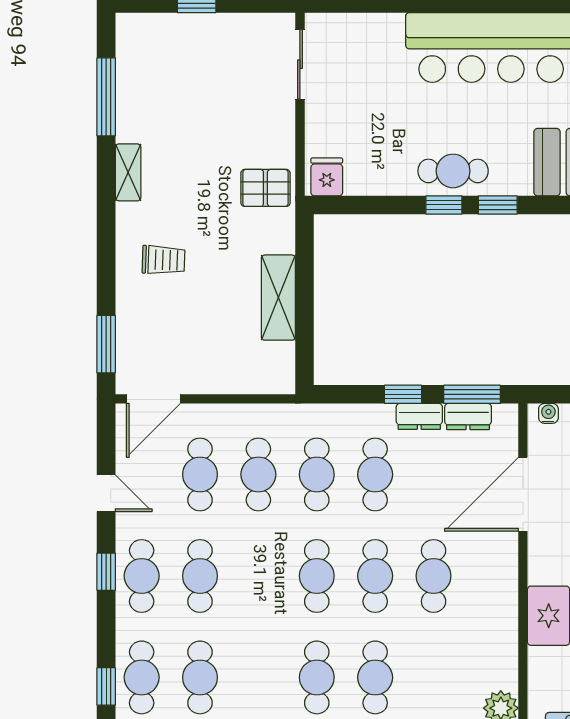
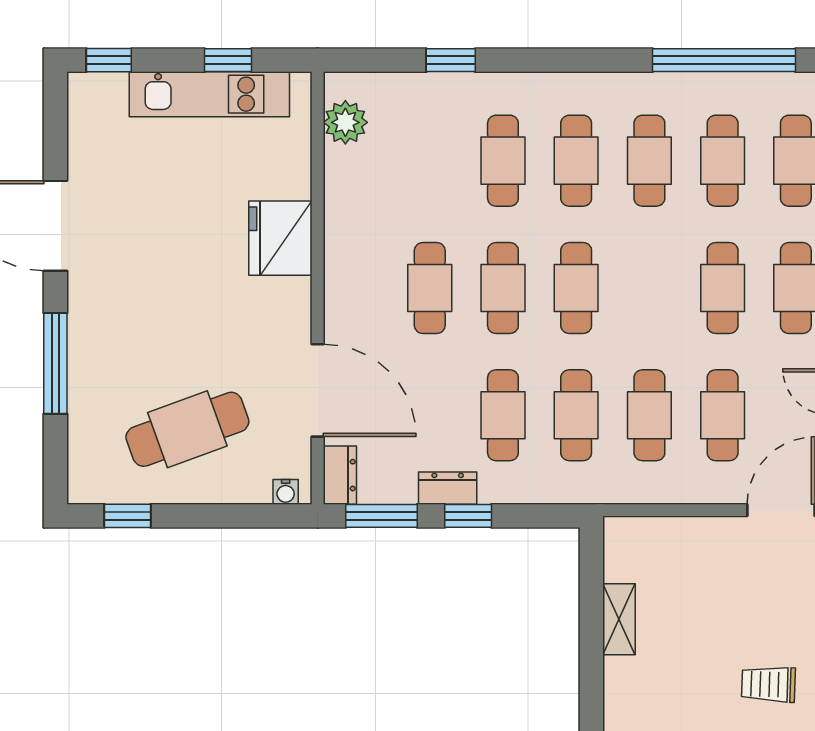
shelving: (278, 298) -> (619, 619), width x0.67, depth x0.75
dresser: (468, 417) -> (340, 475), moved, turned 90
door: (523, 494) -> (318, 390), hinge flipped
cafe table: (258, 677) -> (649, 161), added

